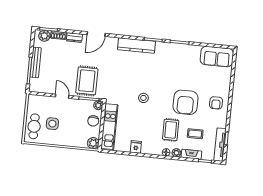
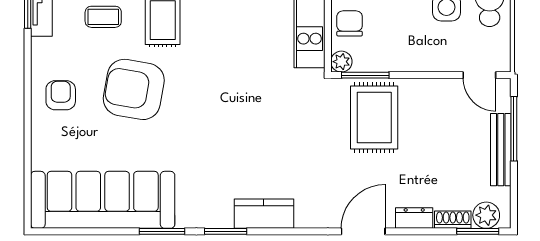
kitchen counter: (136, 45) -> (264, 214), width x0.67
sofa: (217, 57) -> (103, 200), width x1.85, depth x1.27
door: (62, 96) -> (479, 75), moved
stool: (143, 98) -> (235, 90), removed
armchair: (185, 102) -> (134, 89), turned -80

